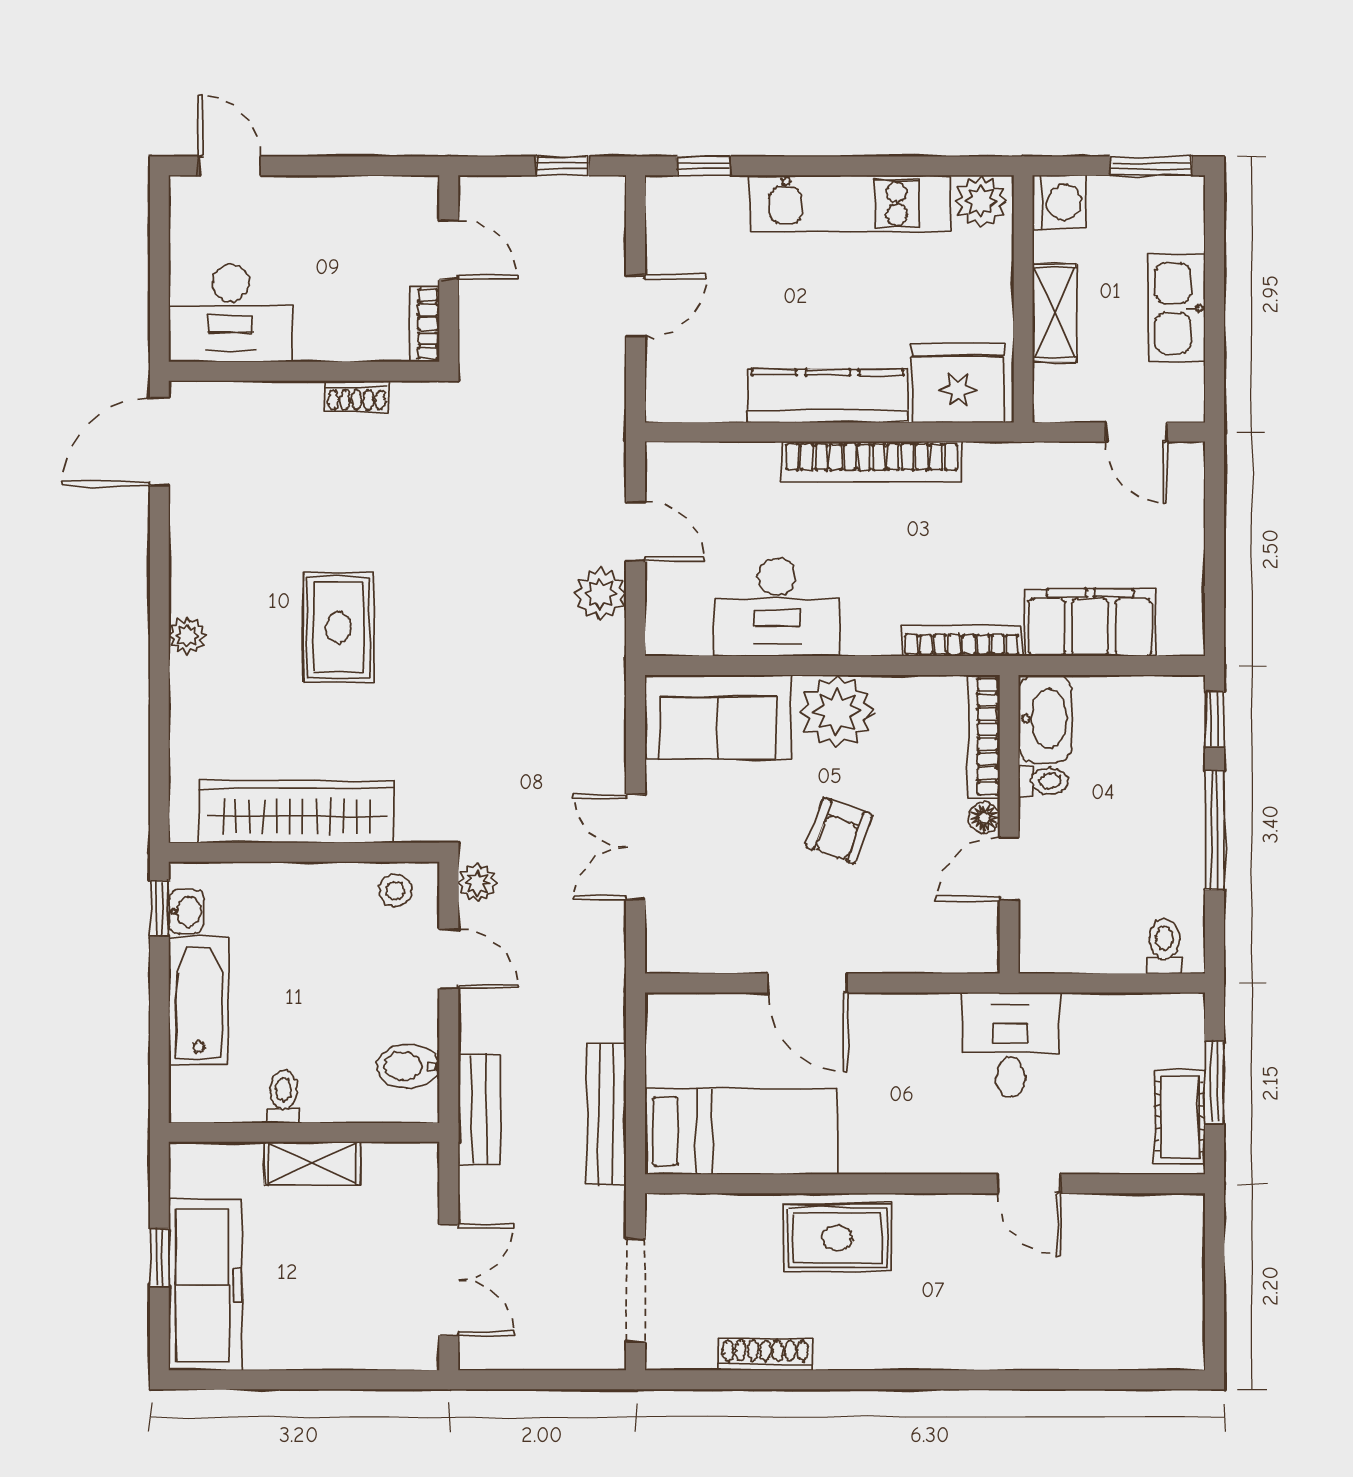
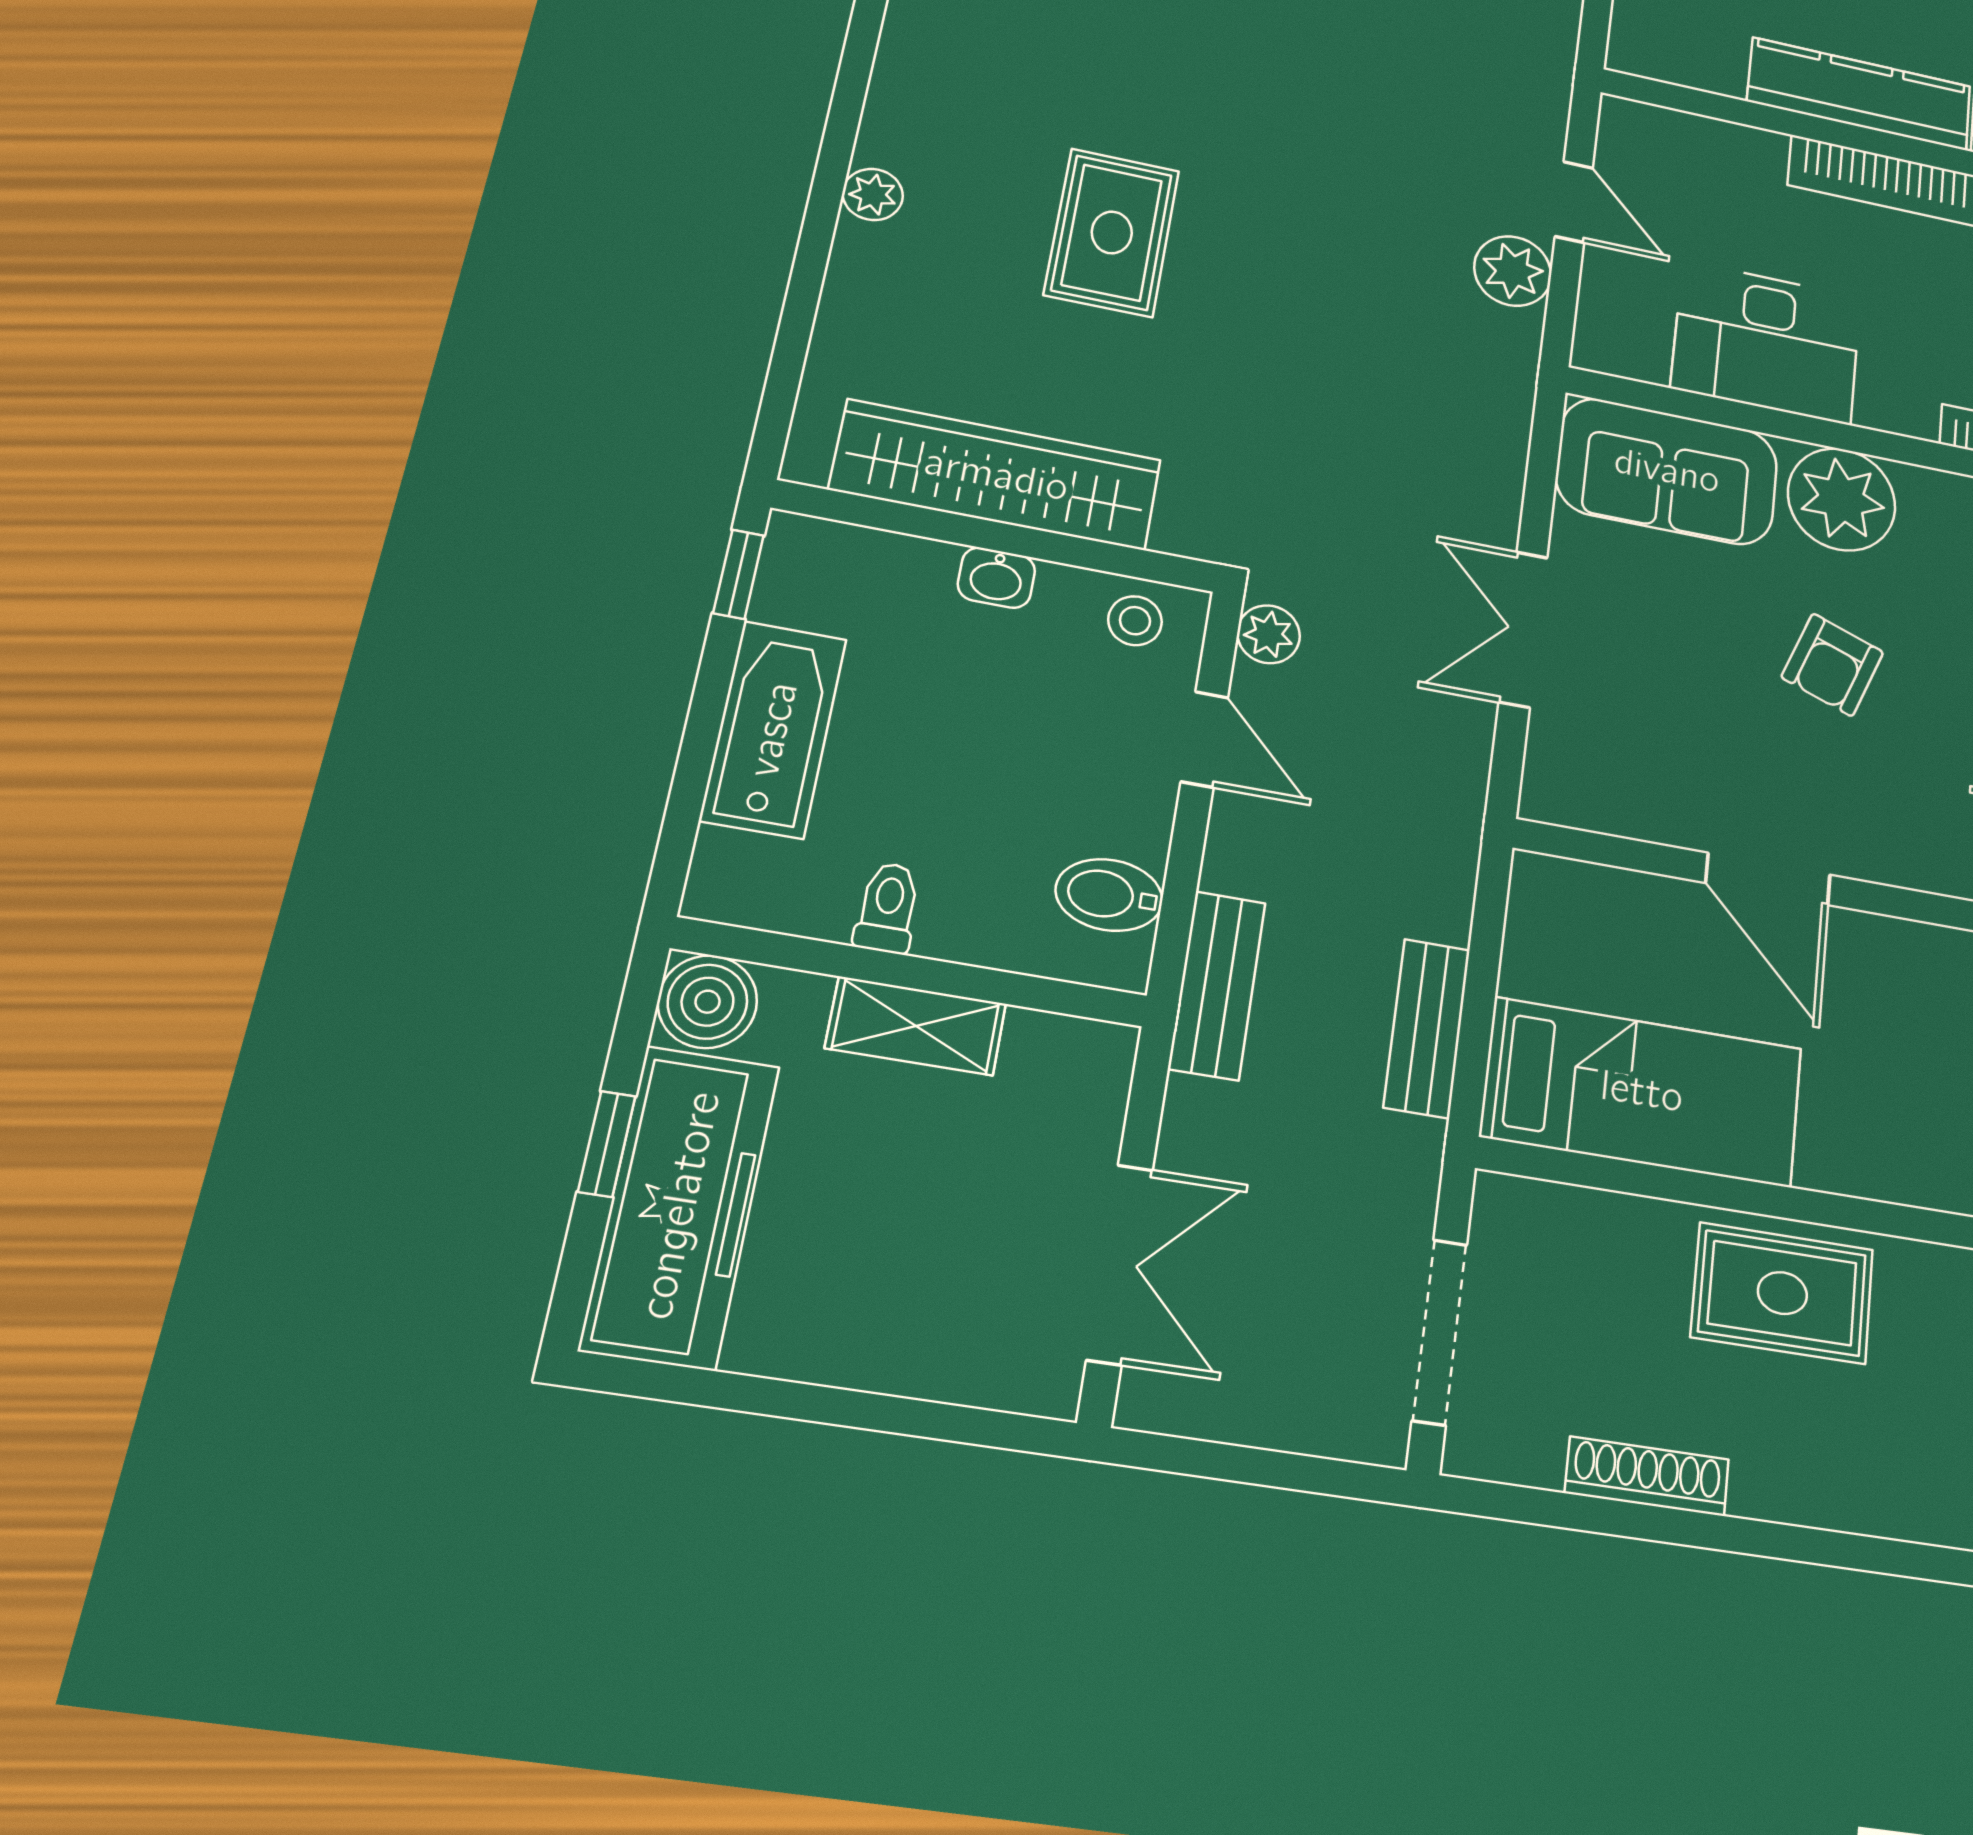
washbasin: (186, 911) -> (996, 578), moved, turned 90
bench: (606, 1114) -> (1427, 1028), width x0.73
boiler: (196, 1169) -> (707, 1002), added

